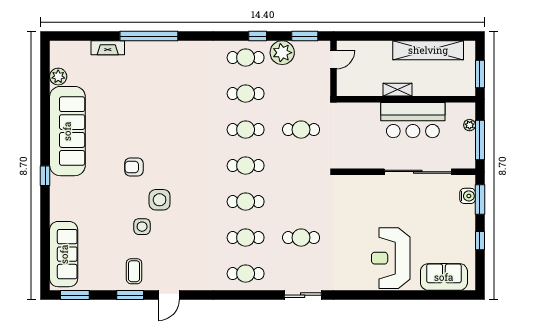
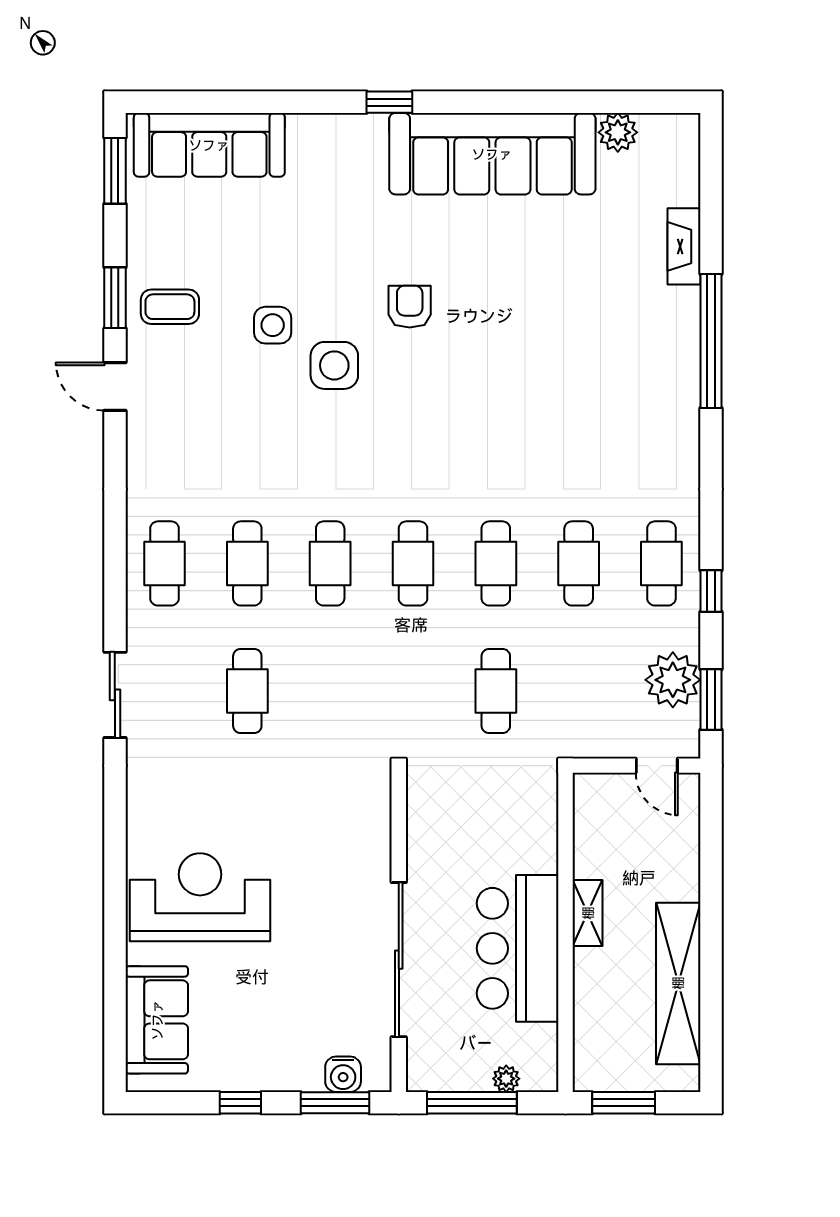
plant: (282, 53) -> (673, 680), moved

